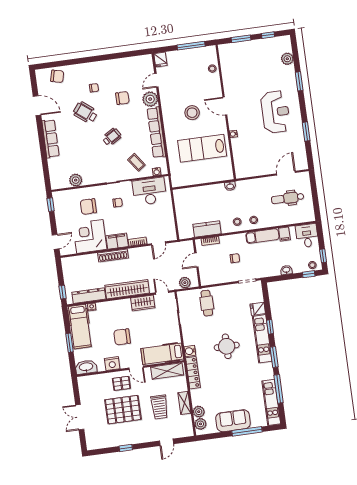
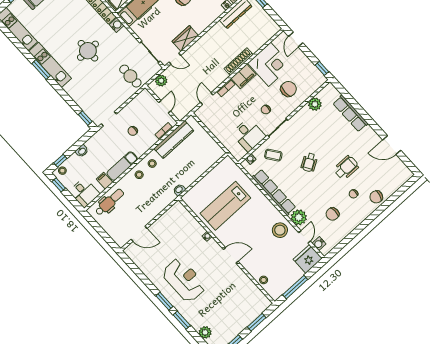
fridge: (160, 60) -> (308, 259), width x1.88, depth x1.34
water cooler: (149, 67) -> (319, 244), added
chair: (57, 76) -> (376, 197), moved
chair: (122, 98) -> (333, 214), moved
reception desk: (276, 112) -> (184, 280), turned 180
wheelchair: (85, 113) -> (346, 168), turned -38
stool: (192, 113) -> (280, 230), moved
window: (306, 131) -> (164, 301), moved
row of seats: (50, 139) -> (350, 113), moved
lab bench: (202, 148) -> (225, 206), turned 180
door: (286, 173) -> (139, 234), hinge flipped
desk: (149, 191) -> (248, 135), width x0.73
dental chair: (288, 198) -> (110, 202), moved
kitchen counter: (207, 229) -> (174, 140), width x1.50
wardrobe: (127, 289) -> (207, 41), removed
fridge: (258, 309) -> (83, 101), removed
window: (270, 327) -> (85, 118), moved
kitchen unit: (262, 339) -> (50, 65), moved
window: (279, 389) -> (19, 45), removed

